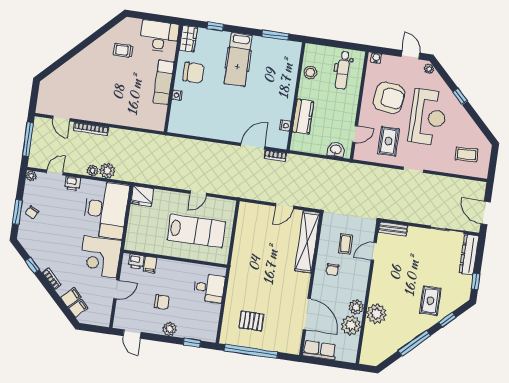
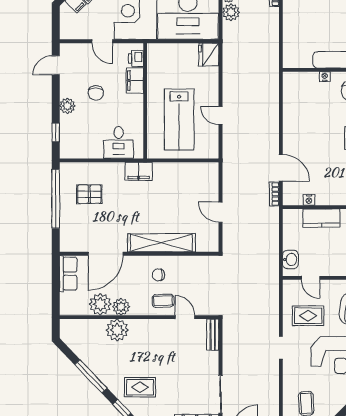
shelving: (307, 242) -> (161, 243), moved
coffee table: (345, 244) -> (163, 301), moved
filing cabinet: (150, 265) -> (135, 80), width x2.00
filing cabinet: (237, 274) -> (139, 171), added
pallet: (251, 321) -> (89, 194), turned 90

